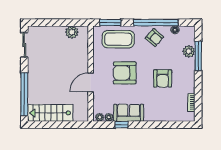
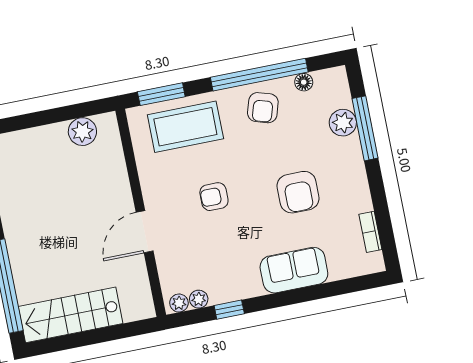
armchair: (154, 38) -> (263, 108), turned 66
armchair: (125, 73) -> (214, 197), width x0.53, depth x0.53
sofa: (129, 113) -> (294, 270), moved

